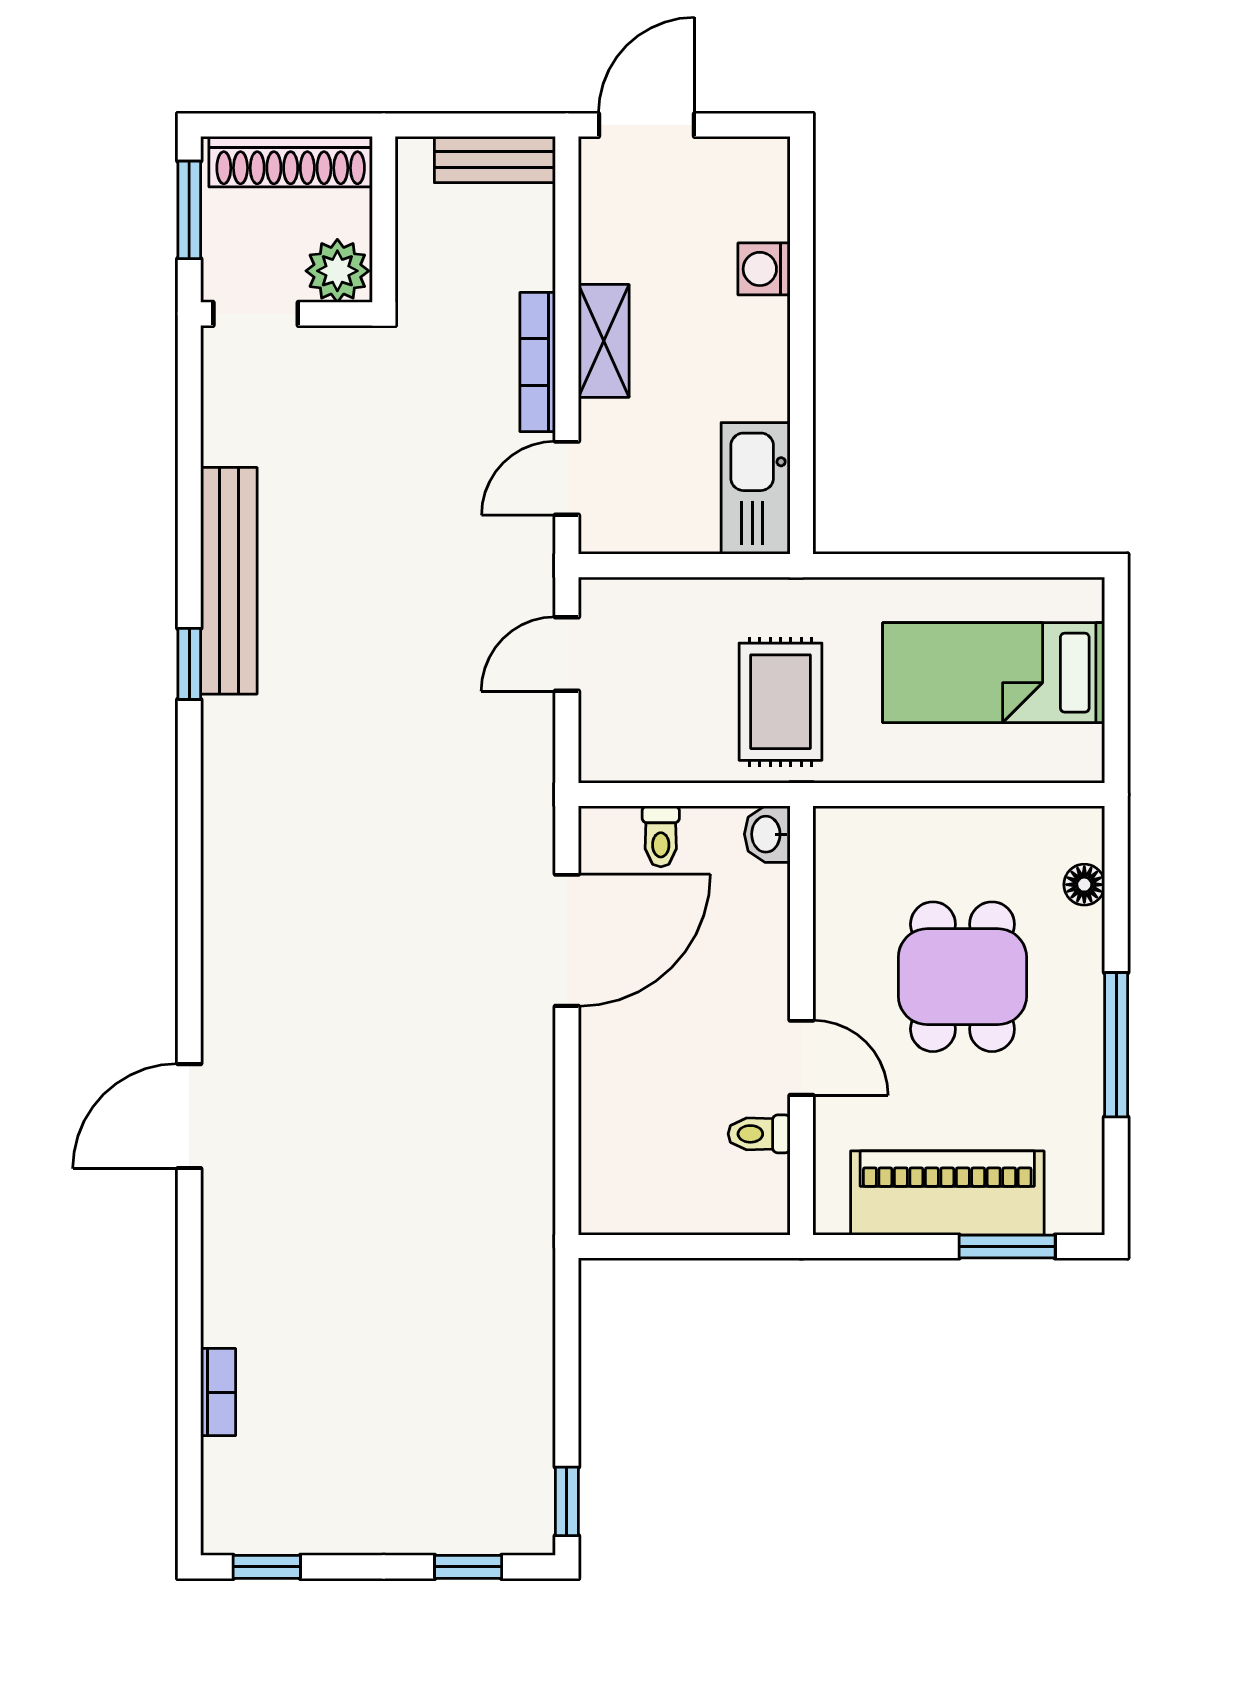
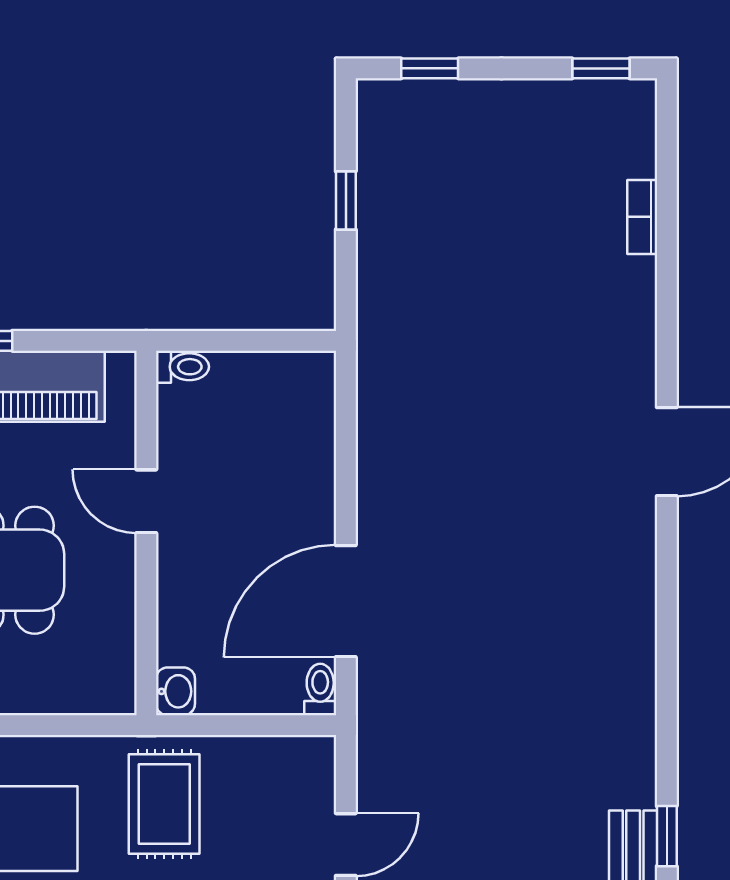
toilet: (661, 836) -> (320, 689), moved
toilet: (759, 1134) -> (182, 367), moved
window: (567, 1501) -> (346, 200), moved

